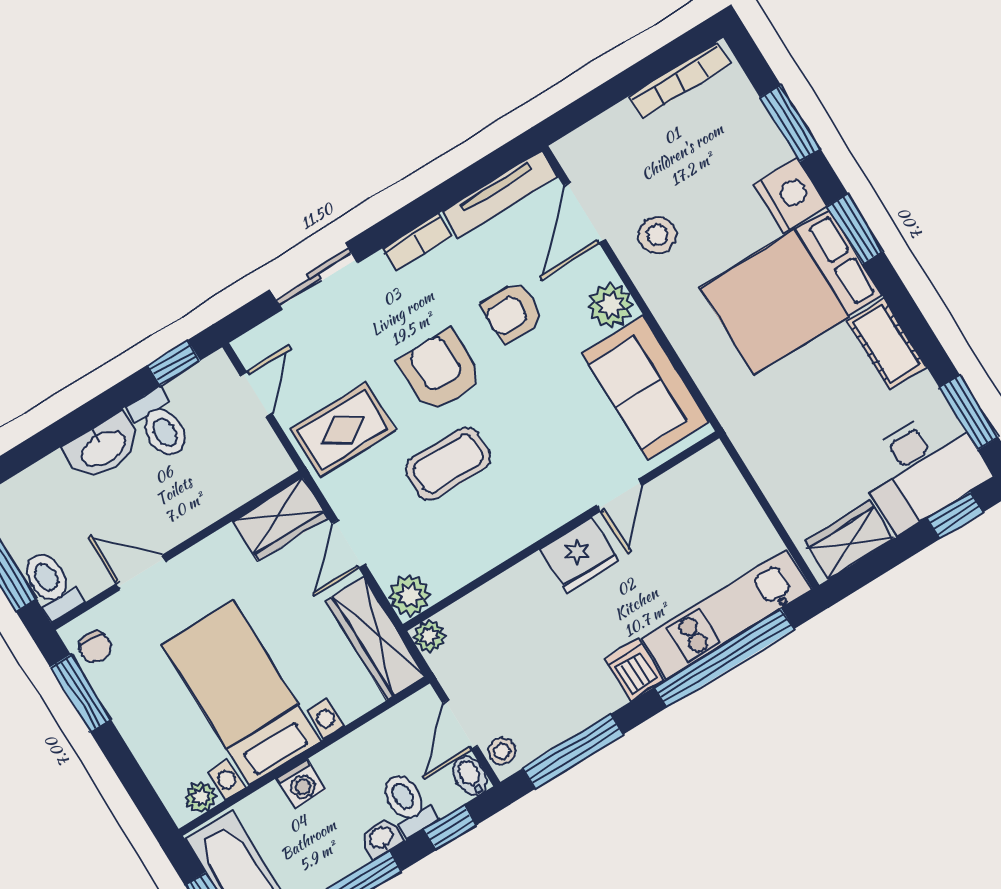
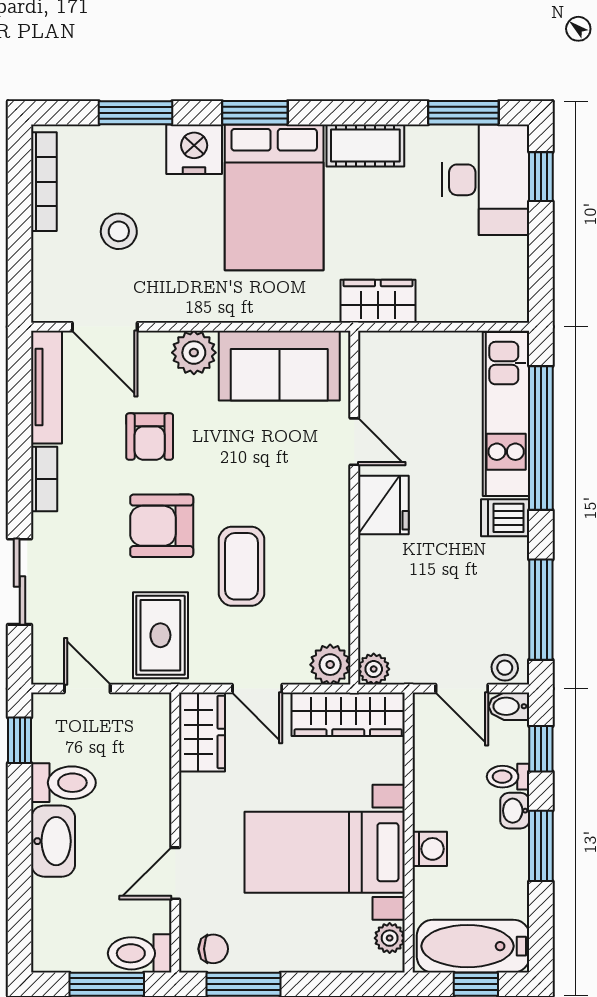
stool: (657, 235) -> (119, 231), moved
wardrobe: (849, 540) -> (378, 301), moved, turned 90
toilet: (407, 804) -> (508, 777), width x0.73, depth x0.72

